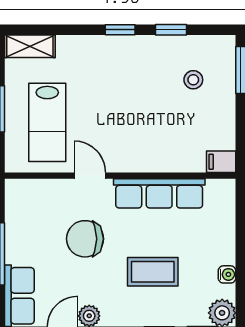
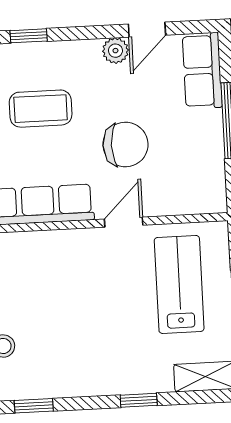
window: (120, 30) -> (139, 400), moved
door: (90, 176) -> (124, 222), swing flipped

